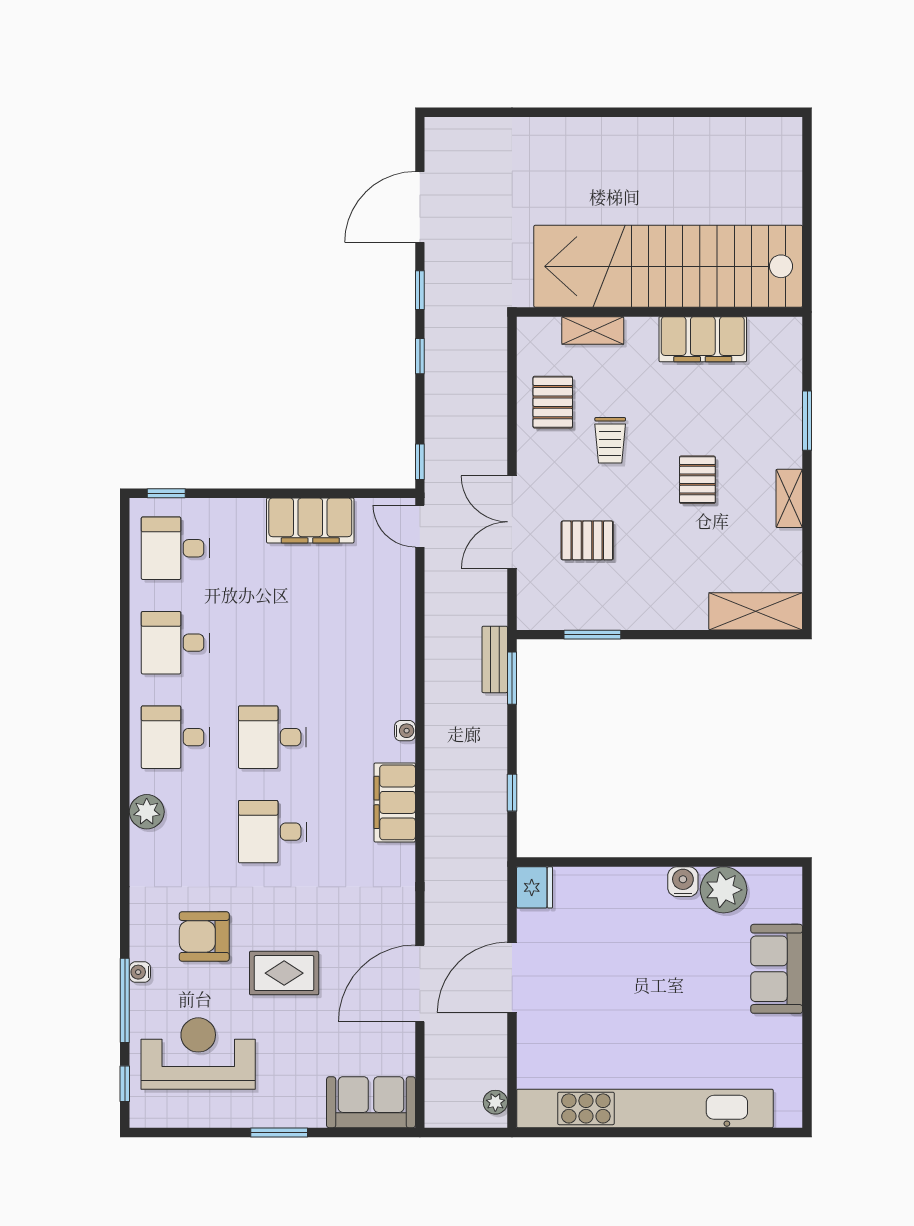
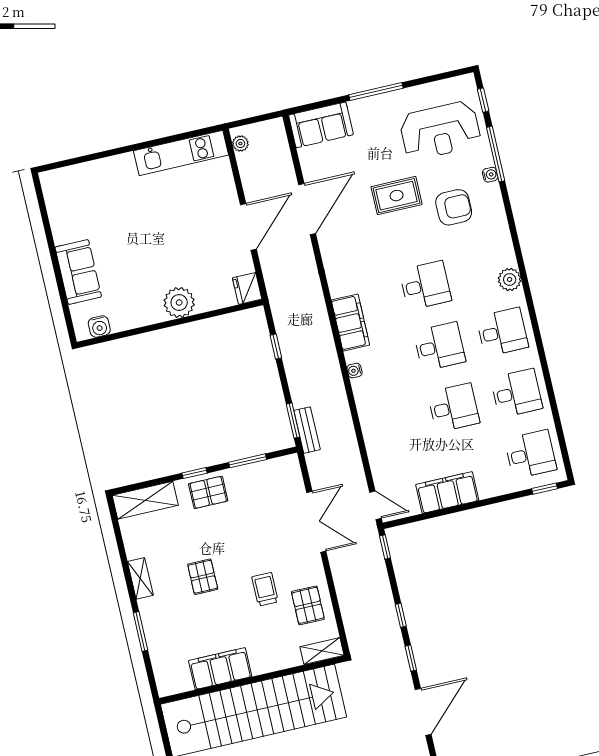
shelving: (593, 330) -> (322, 651), moved
pallet: (587, 540) -> (208, 492), moved
window: (674, 635) -> (194, 473), added
desk: (272, 643) -> (454, 408), added
water cooler: (683, 882) -> (99, 326), moved
plant: (724, 890) -> (179, 303), moved
kitchen unit: (645, 1108) -> (181, 153), width x0.54
window: (279, 1132) -> (376, 92), width x1.44

